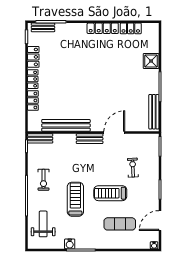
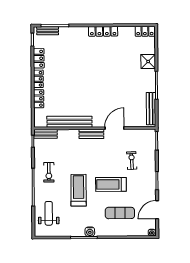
locker: (131, 28) -> (145, 31), moved
water cooler: (70, 244) -> (90, 232), moved

